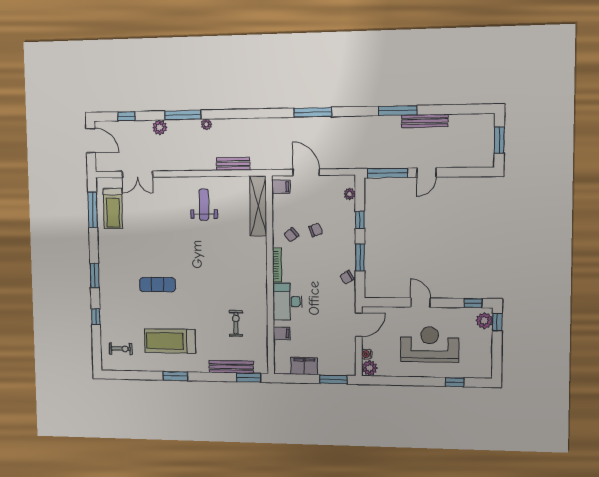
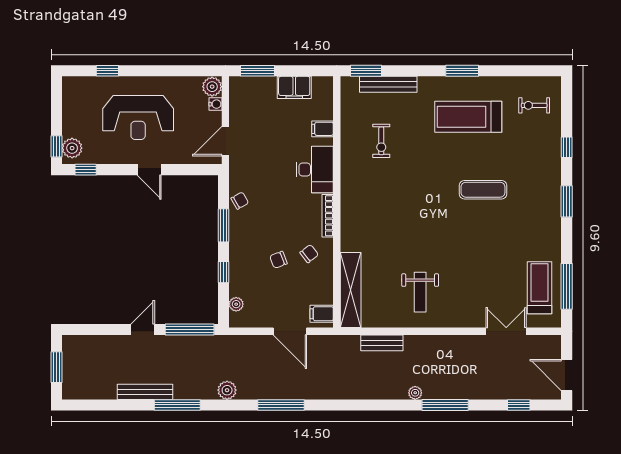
plant: (160, 127) -> (227, 390), moved
treadmill: (170, 341) -> (468, 117), turned 180

